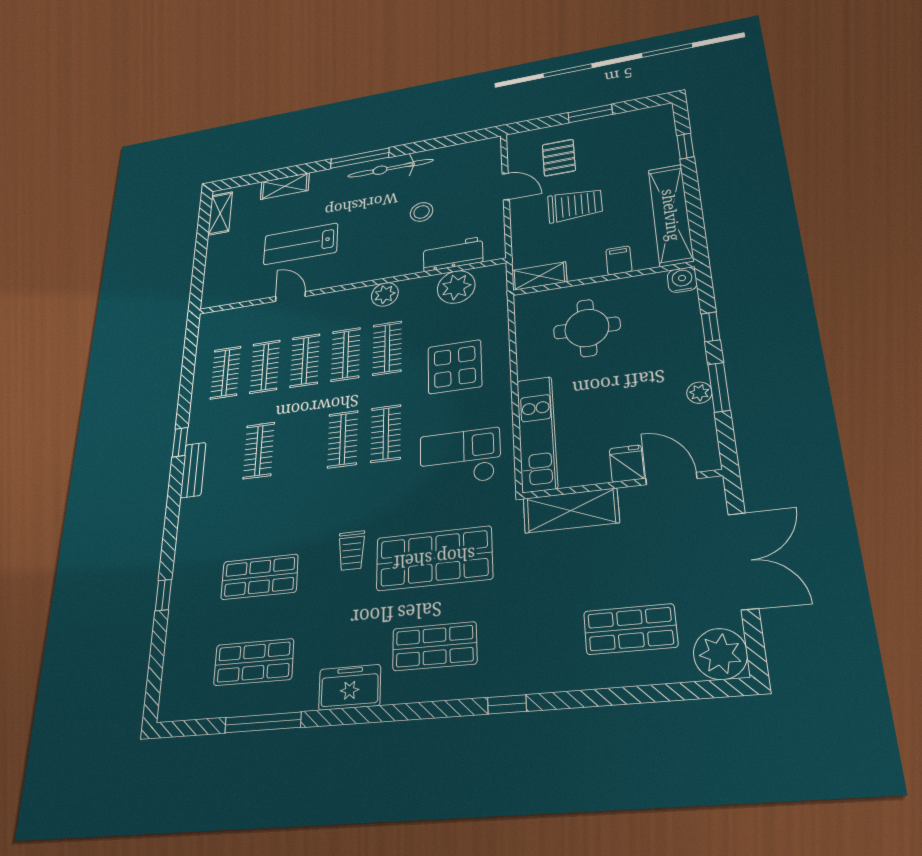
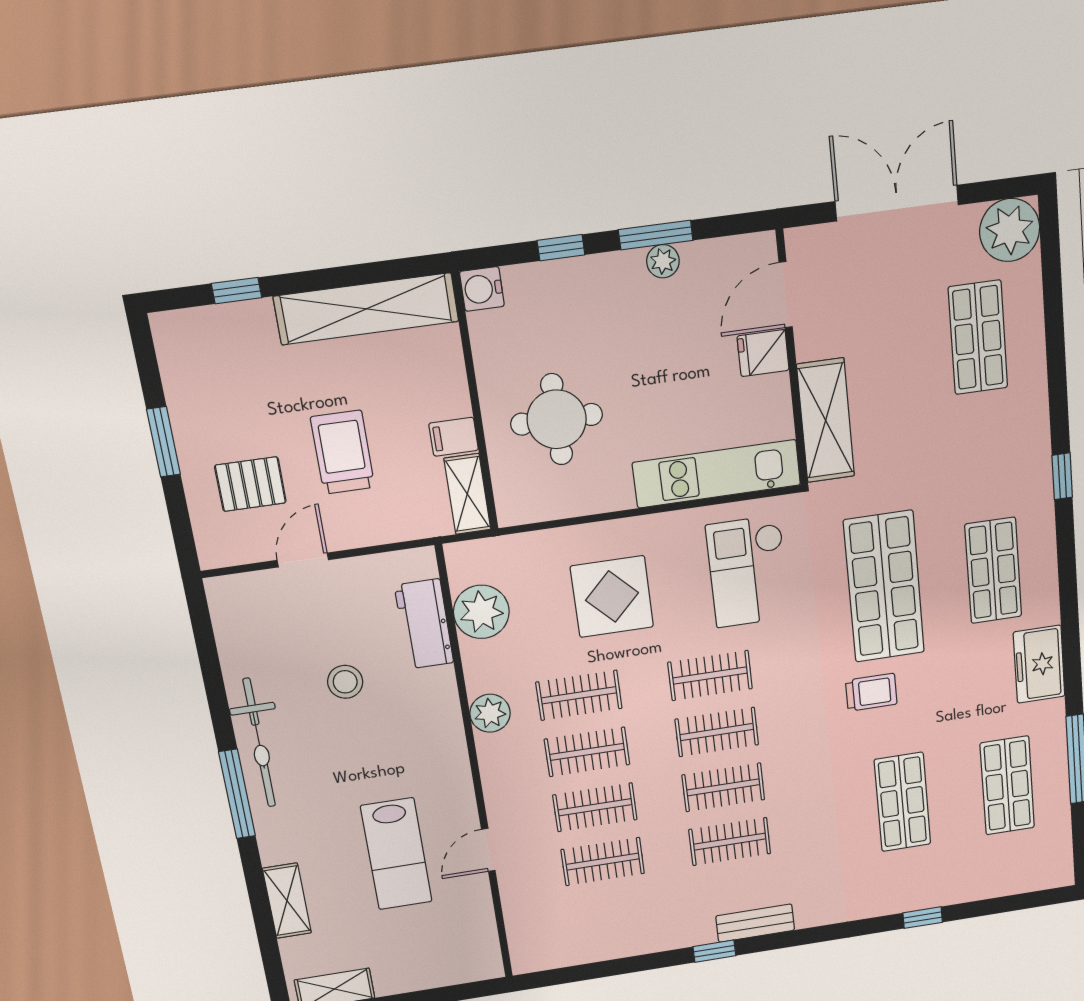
filing cabinet: (619, 260) -> (454, 437), moved
clothes rail: (226, 373) -> (723, 787), moved

